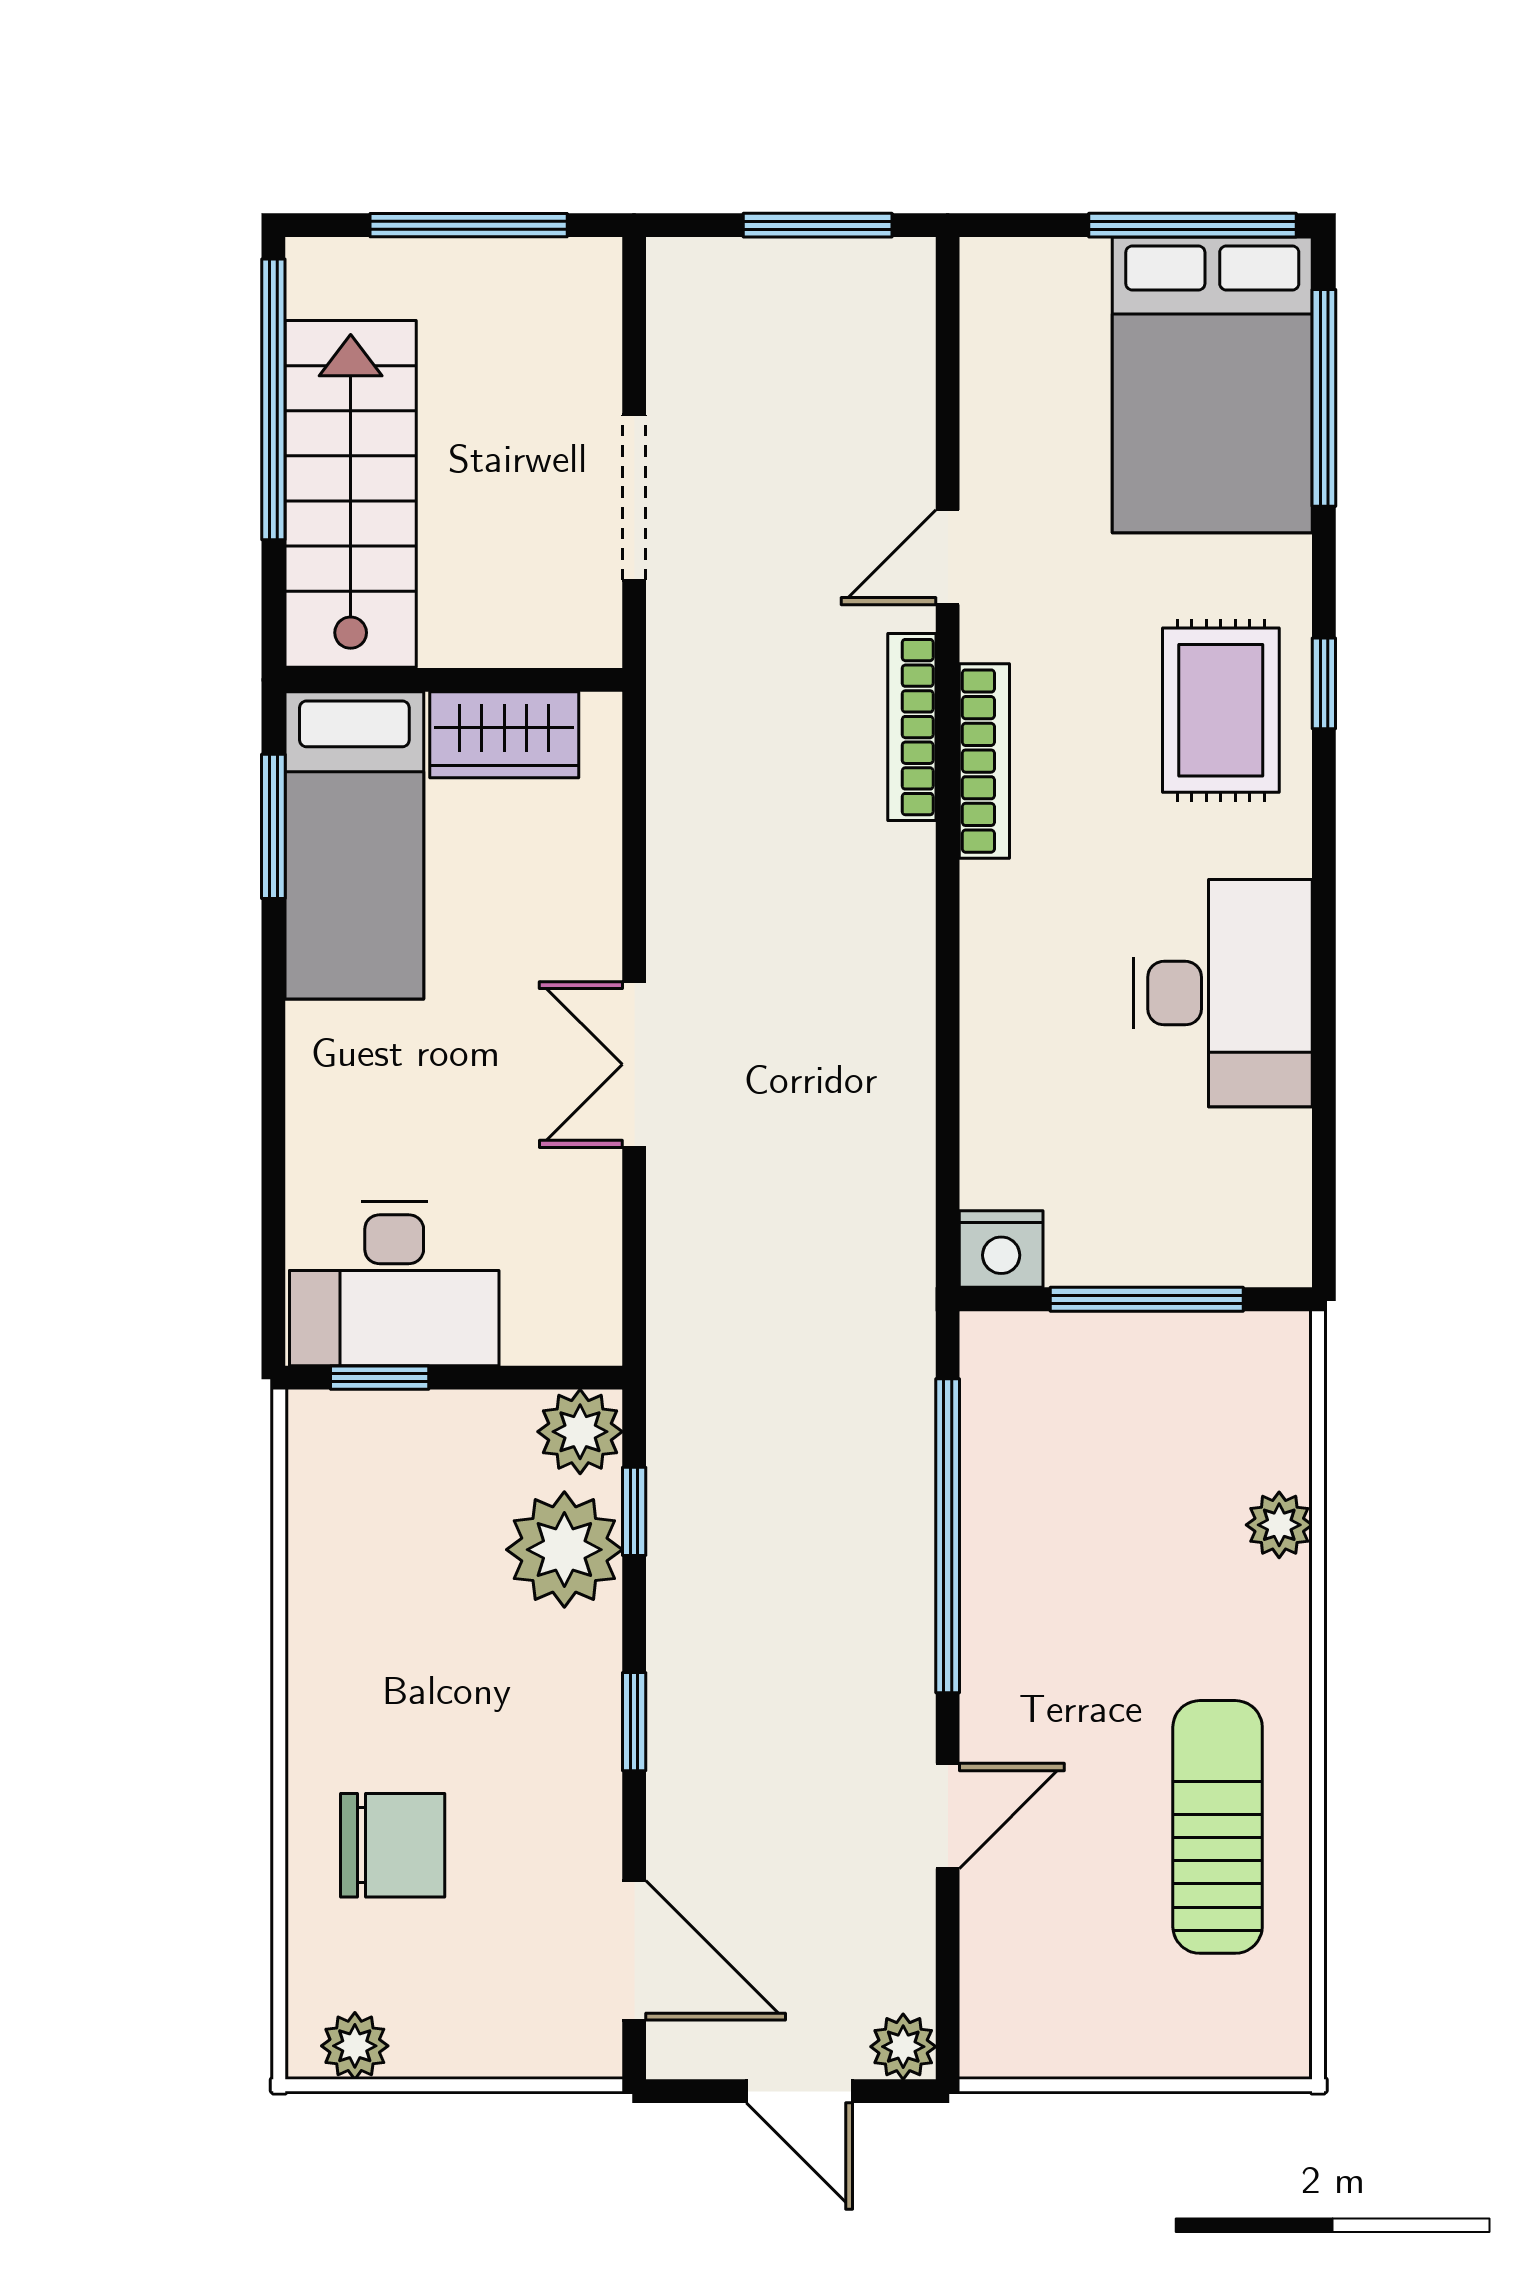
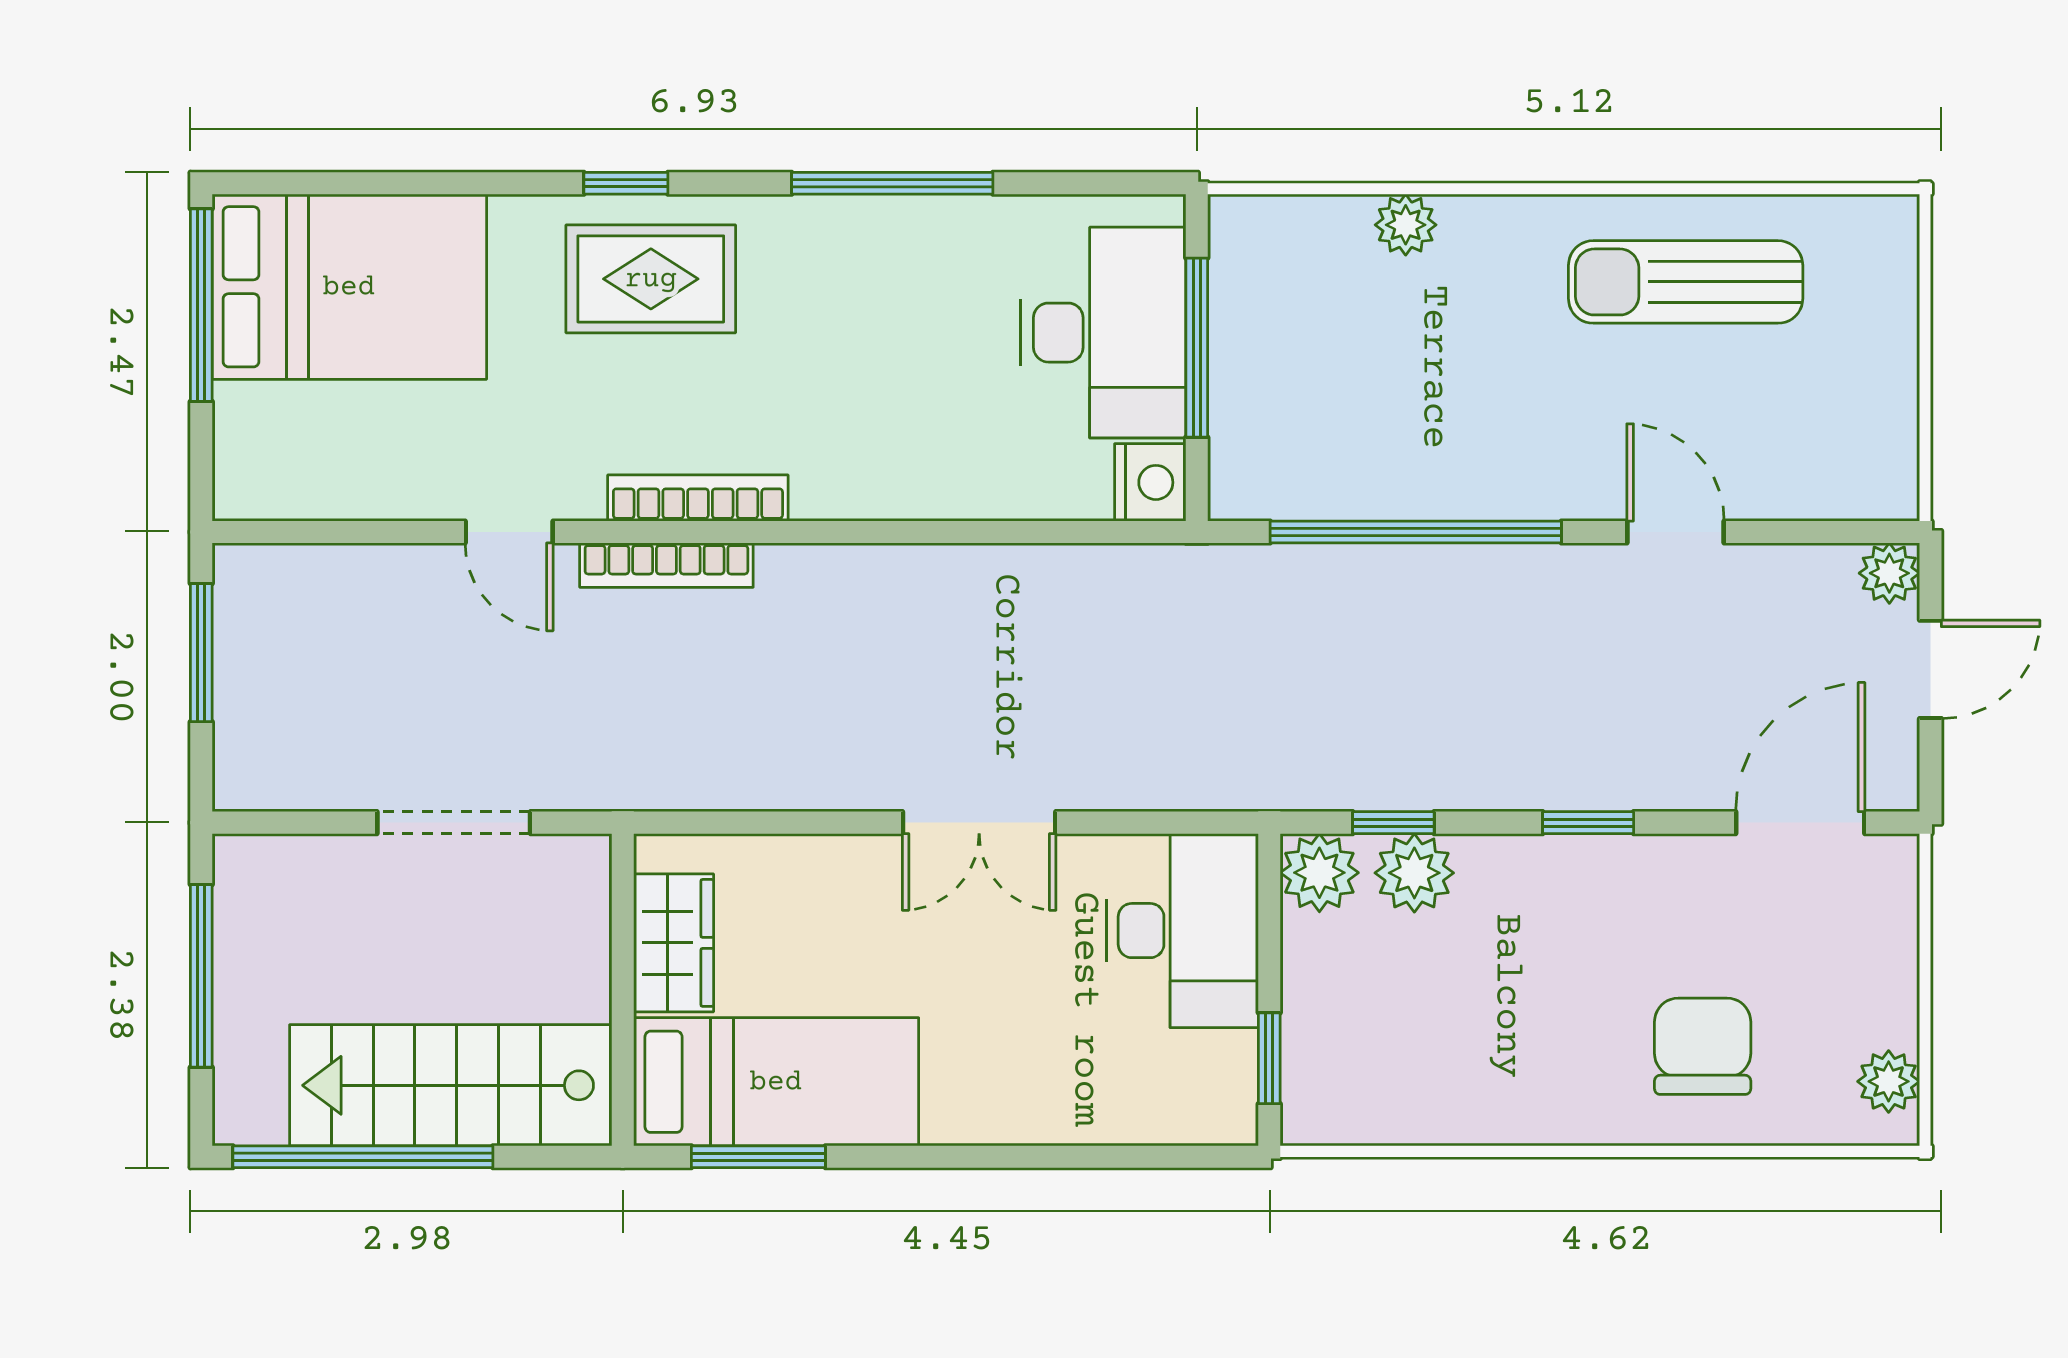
window: (1324, 398) -> (892, 183), moved
desk: (1223, 993) -> (1103, 333), moved, turned 90
desk: (394, 1284) -> (1182, 931), moved
plant: (564, 1550) -> (1414, 873), width x0.73, depth x0.73

